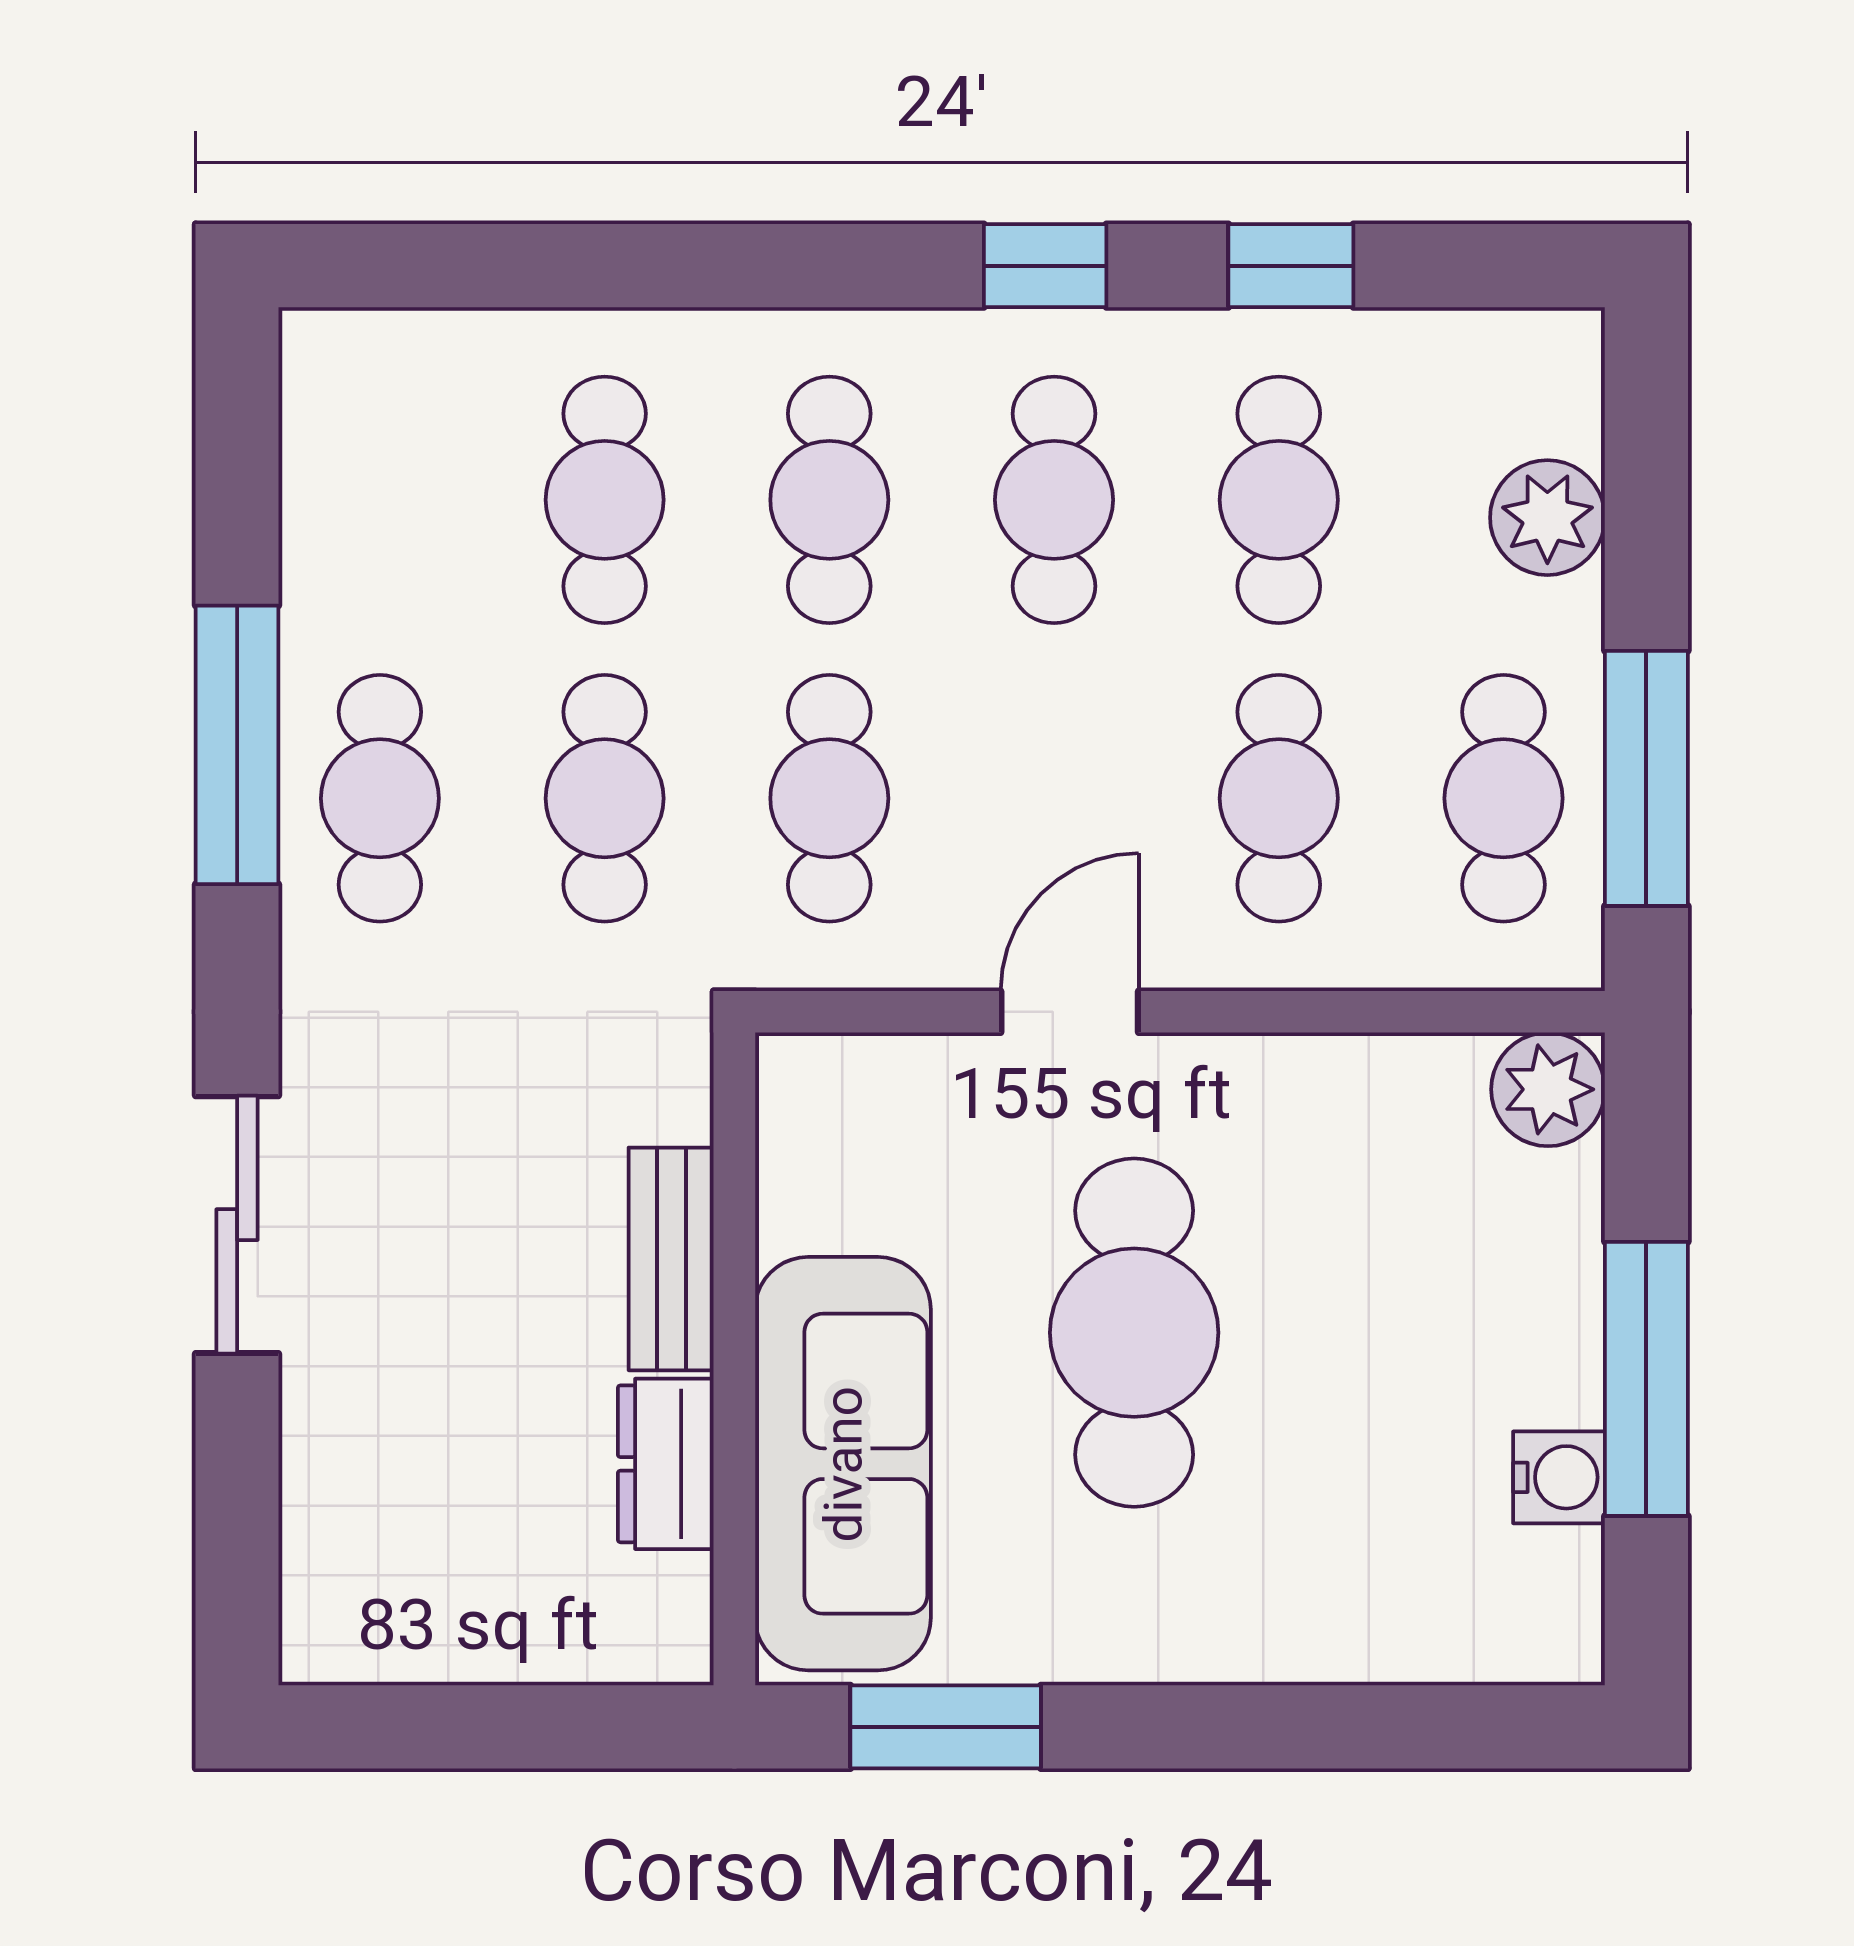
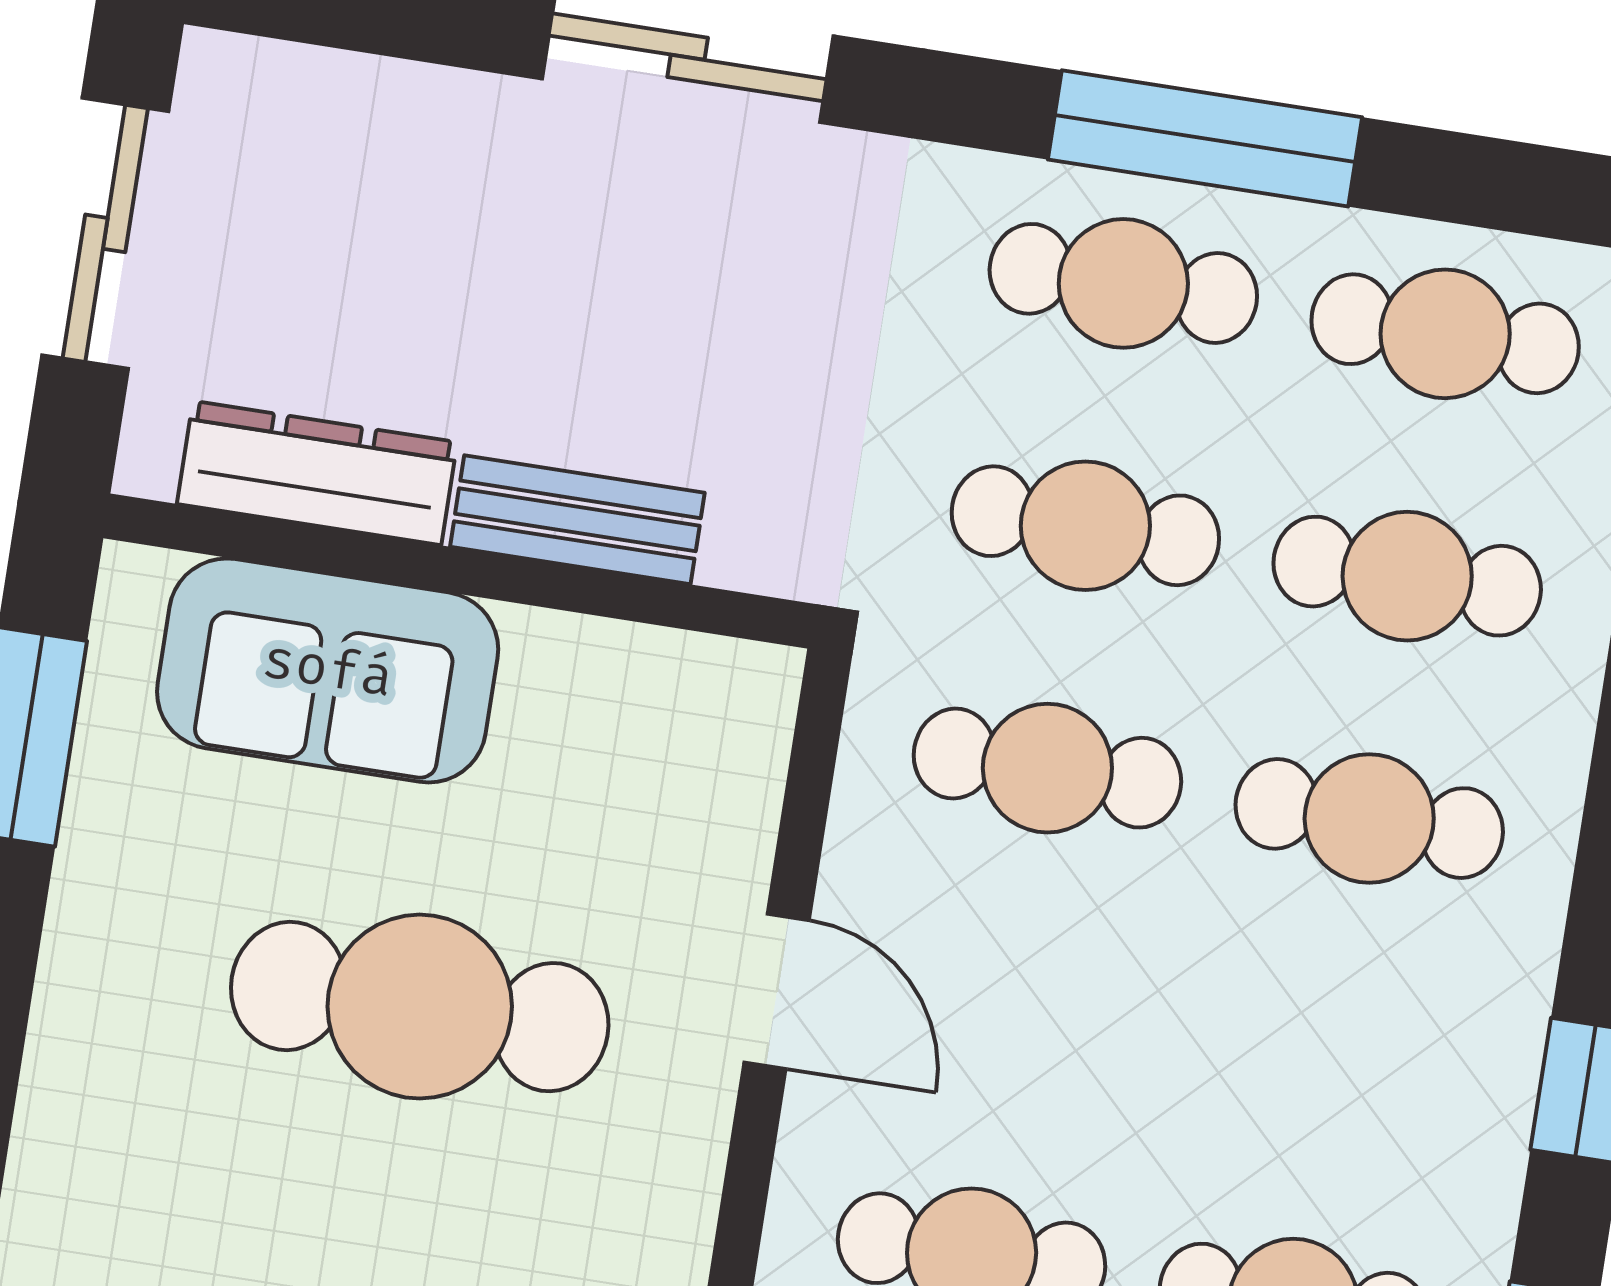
cafe table: (1054, 500) -> (1445, 334), moved
dresser: (666, 1464) -> (317, 473), width x1.44
sofa: (843, 1464) -> (328, 670), width x0.73
sliding door: (479, 1727) -> (105, 233), added

